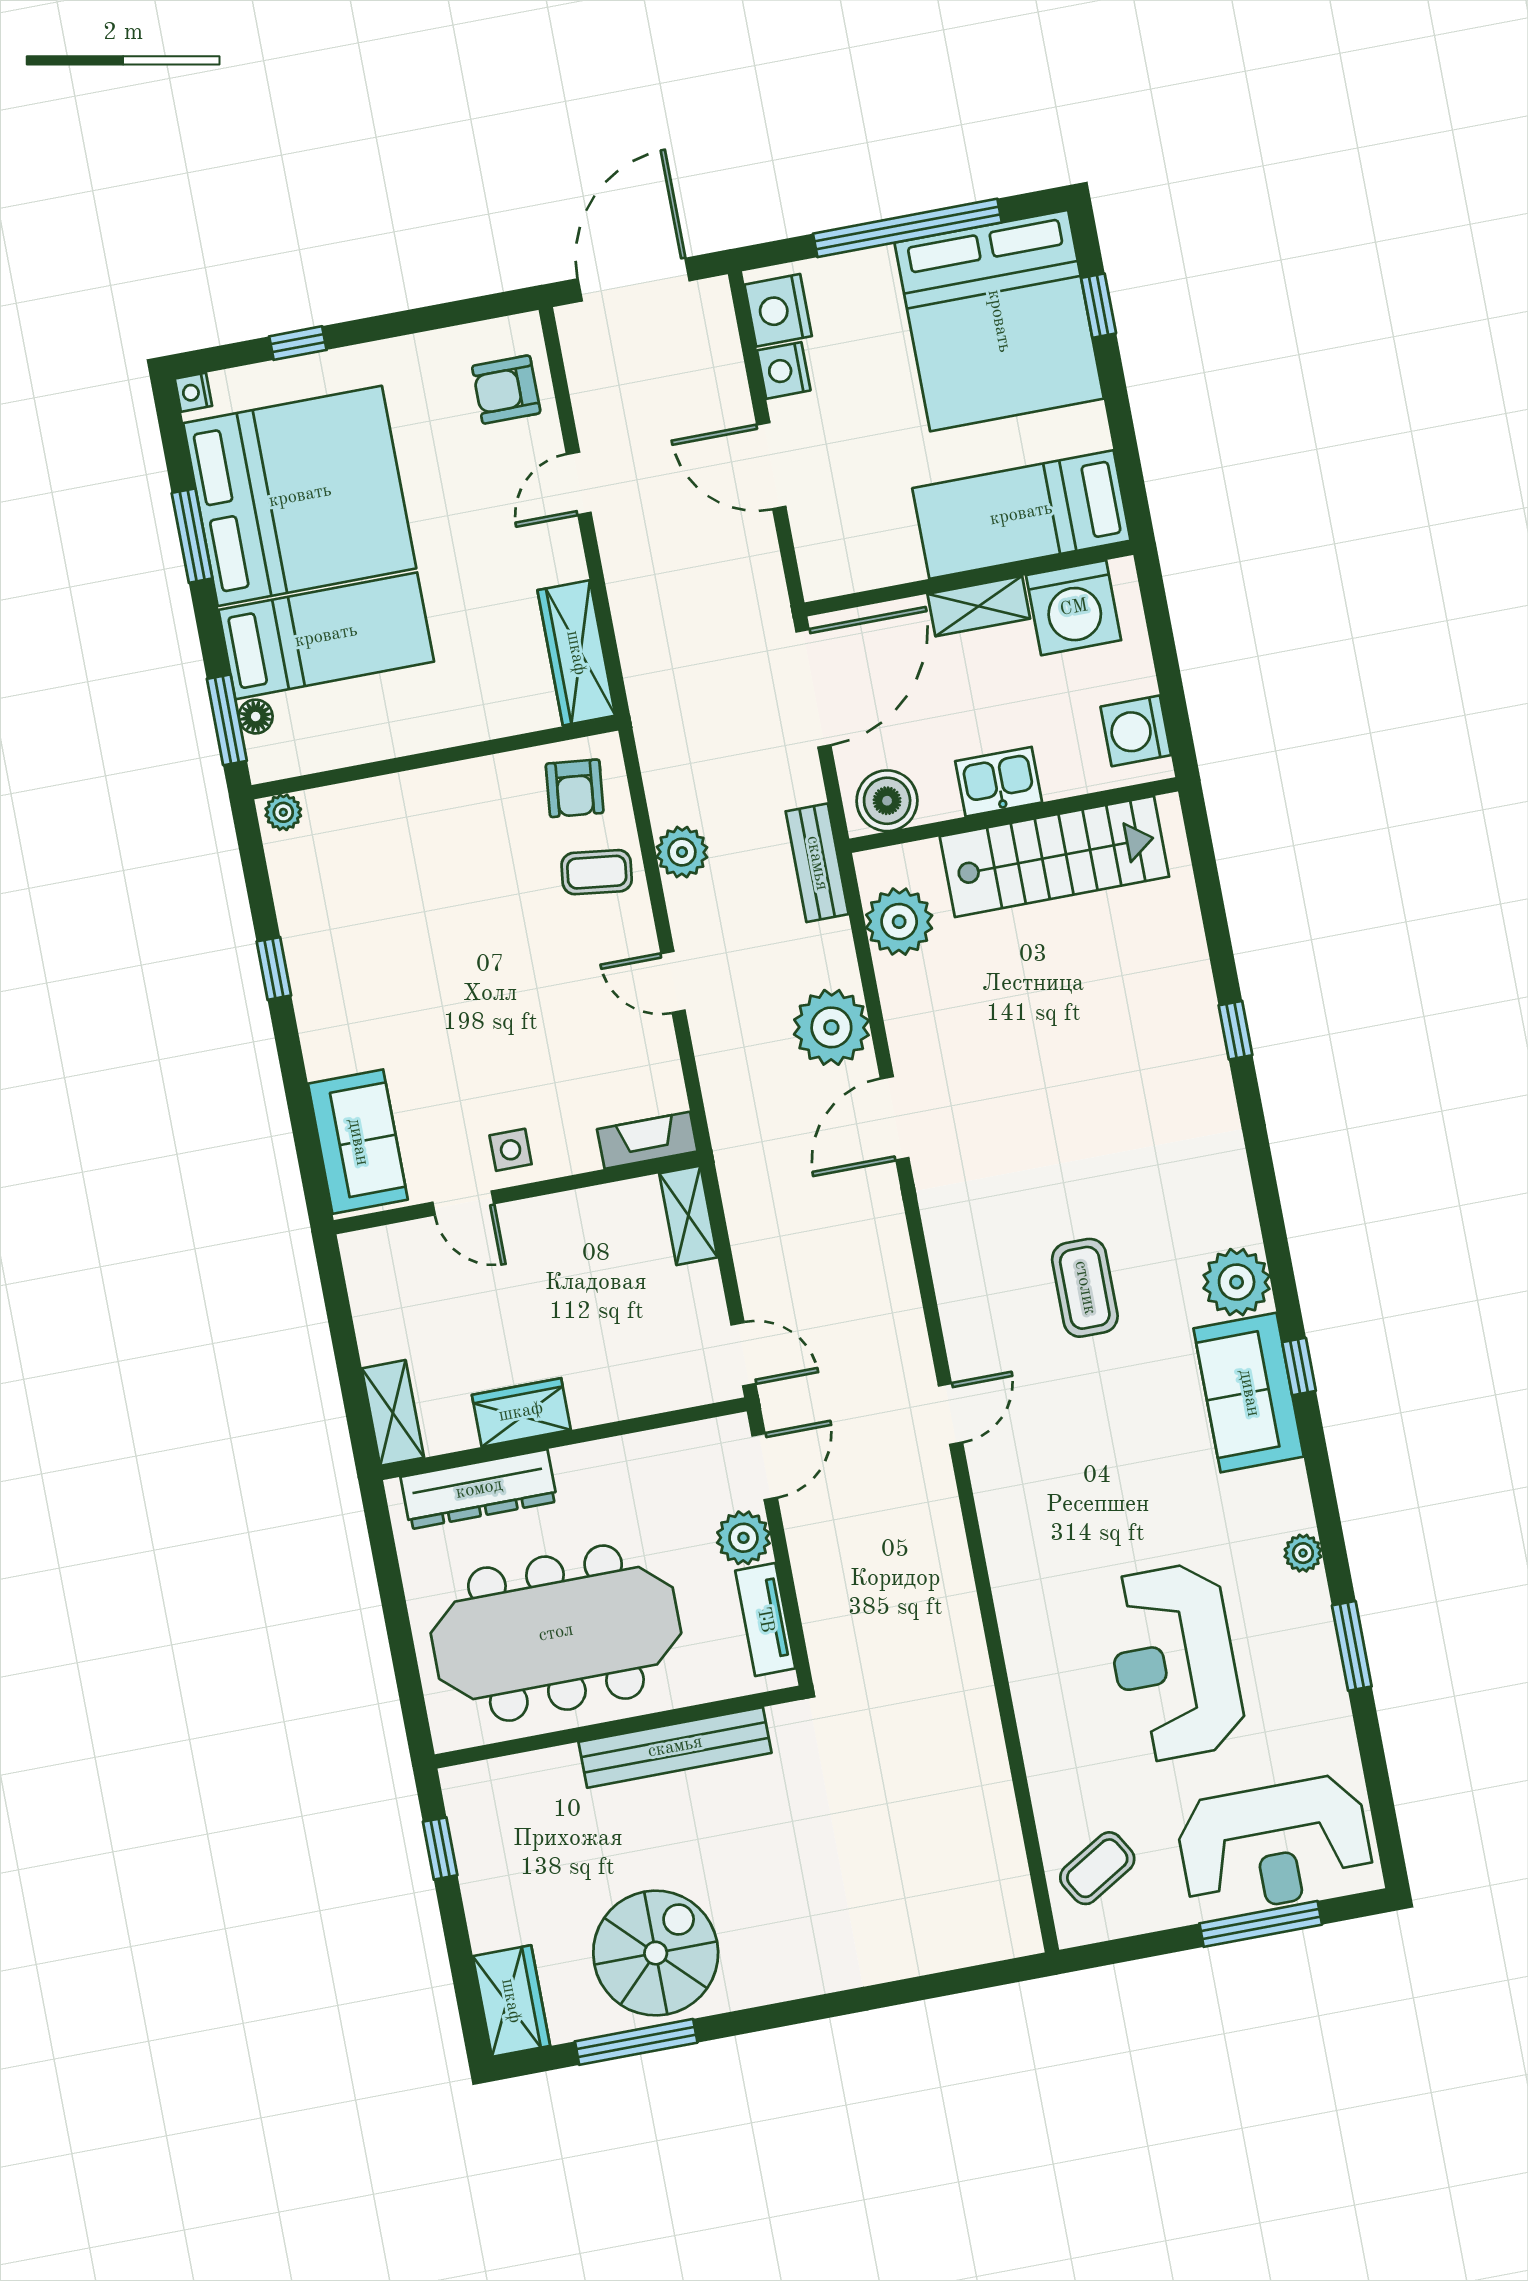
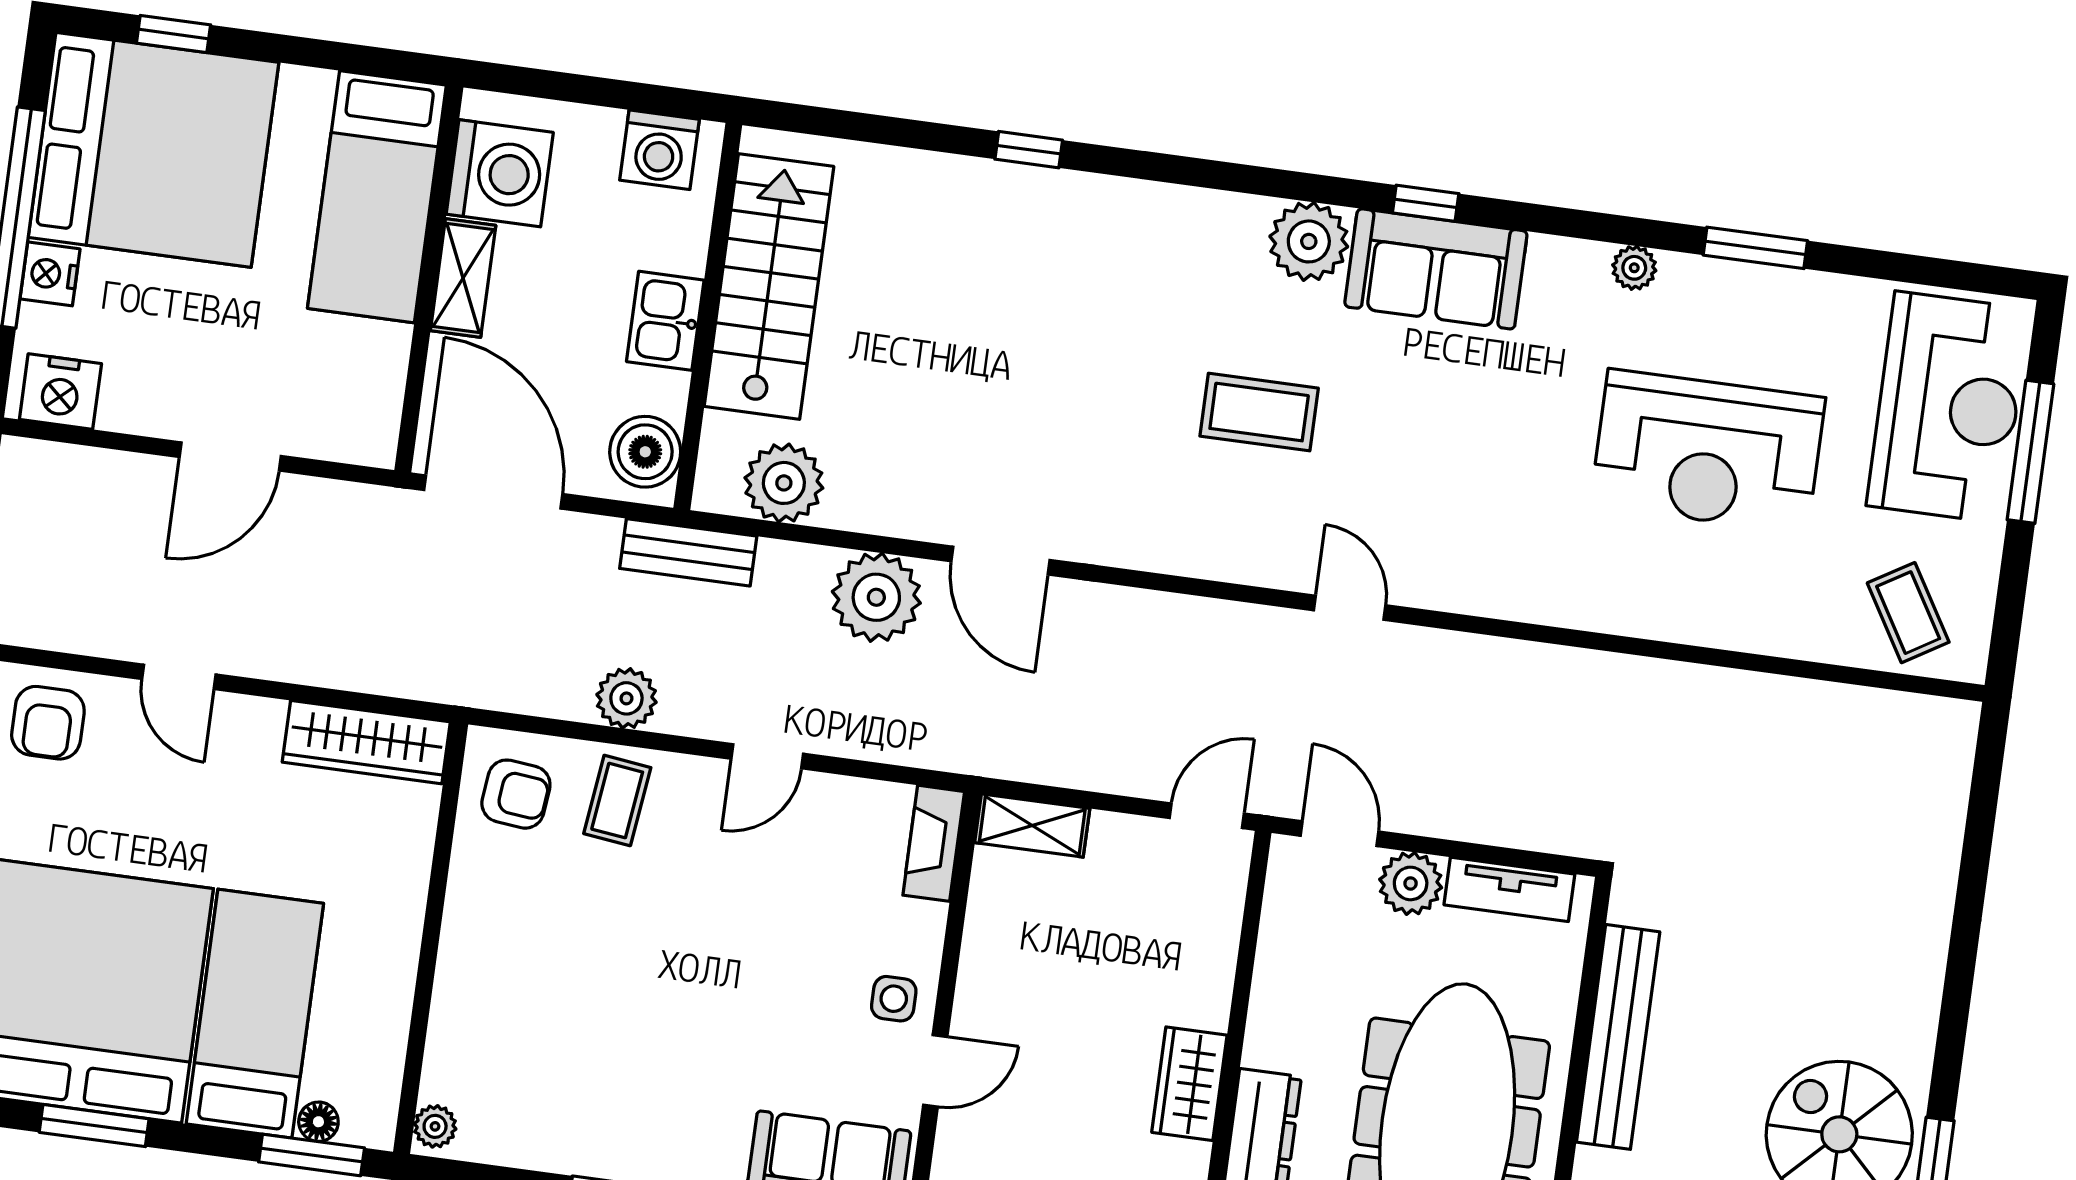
nightstand: (784, 370) -> (50, 274), moved, turned 90

